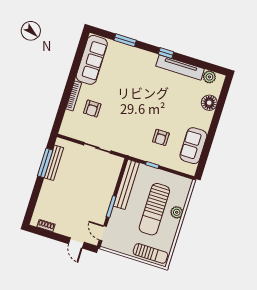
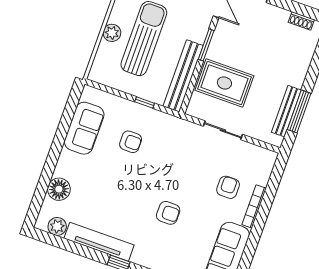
armchair: (133, 89) -> (168, 213), added
armchair: (161, 137) -> (131, 142), turned 90
rug: (98, 181) -> (224, 83), added

